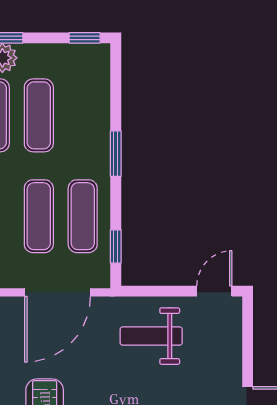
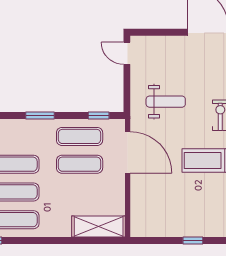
weight bench: (151, 336) -> (166, 102), moved, turned -90

